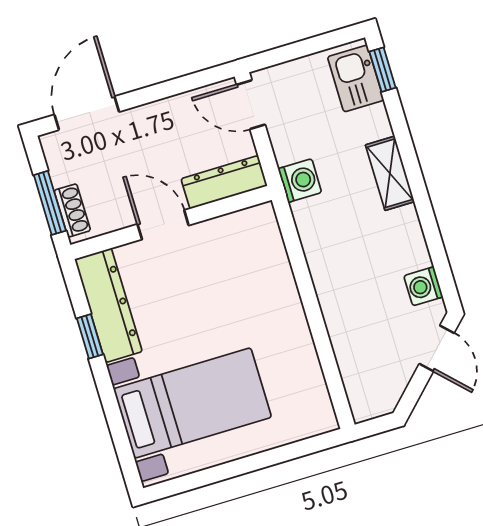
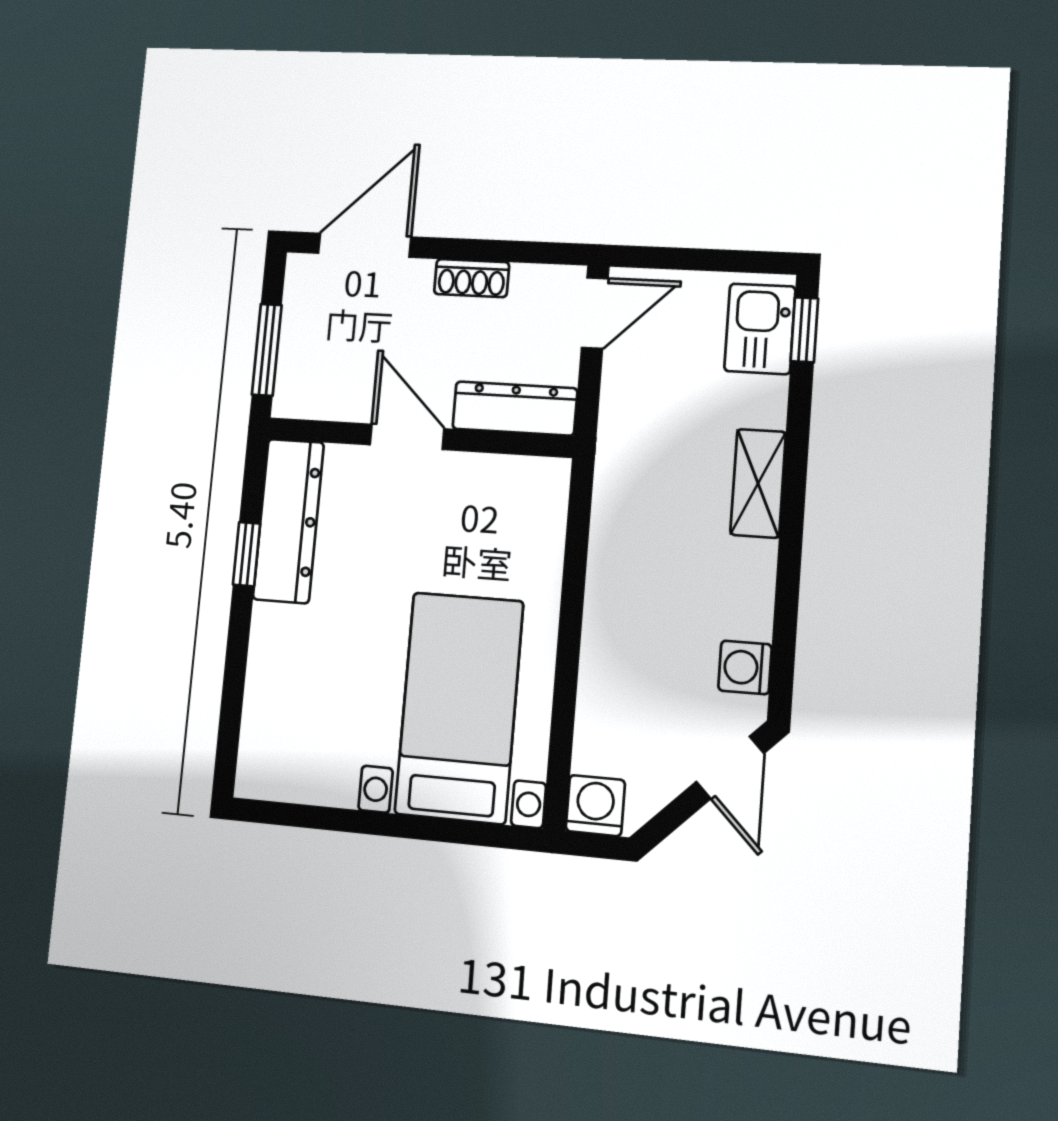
door: (251, 105) -> (595, 313), swing flipped
washing machine: (300, 181) -> (595, 806), moved, turned -90
shoe rack: (72, 210) -> (472, 278), moved, turned 90
bed with nightstands: (192, 403) -> (459, 707), moved, turned -90

